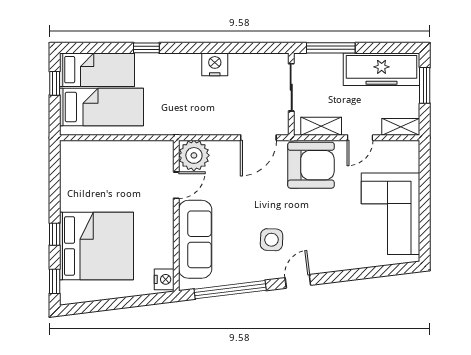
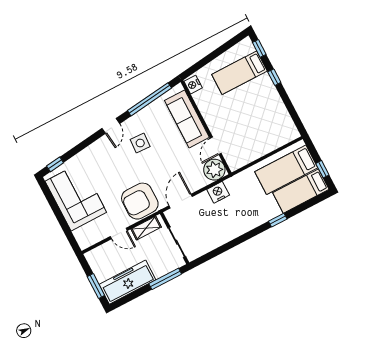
nightstand: (215, 64) -> (218, 192), moved, turned 180
shelving: (401, 127) -> (97, 253), removed
door: (360, 138) -> (119, 233), swing flipped
bed: (96, 246) -> (239, 73), width x0.49
window: (396, 269) -> (55, 164), added

